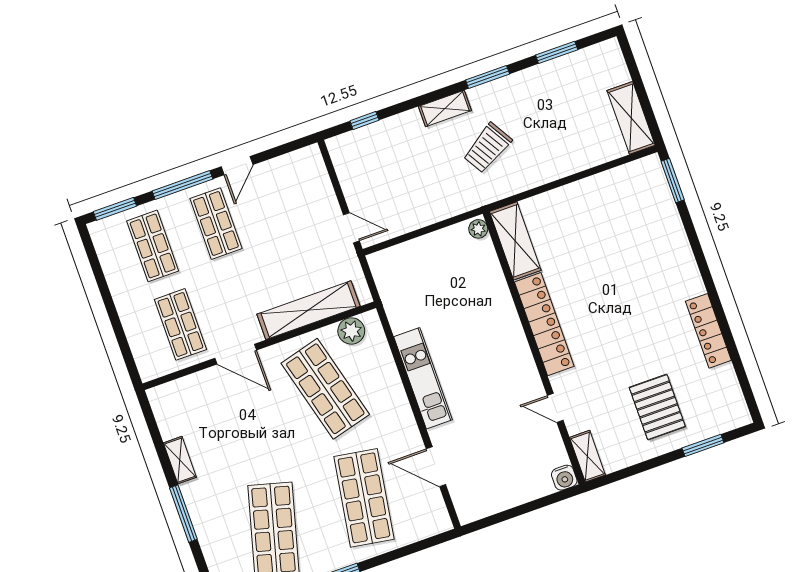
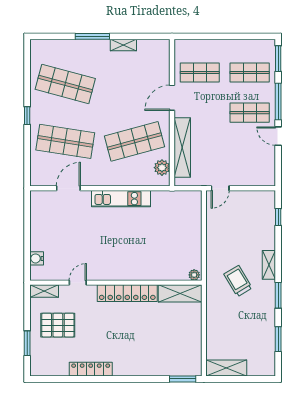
plant: (478, 229) -> (194, 275), moved
shelving: (515, 241) -> (180, 293), moved
locker: (544, 324) -> (127, 293), moved
wall: (534, 348) -> (116, 283), moved
door: (555, 408) -> (78, 283), moved
shelving: (587, 456) -> (44, 291), moved

